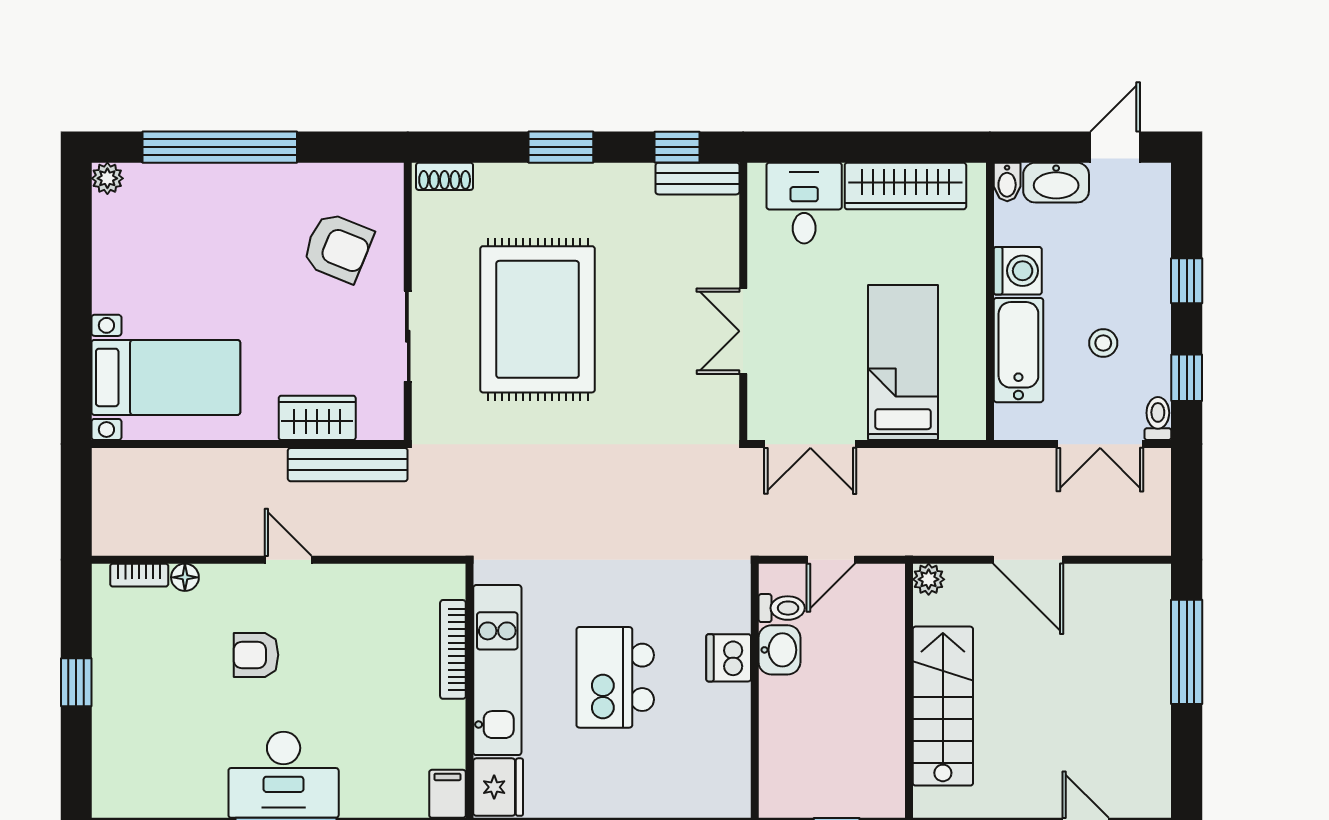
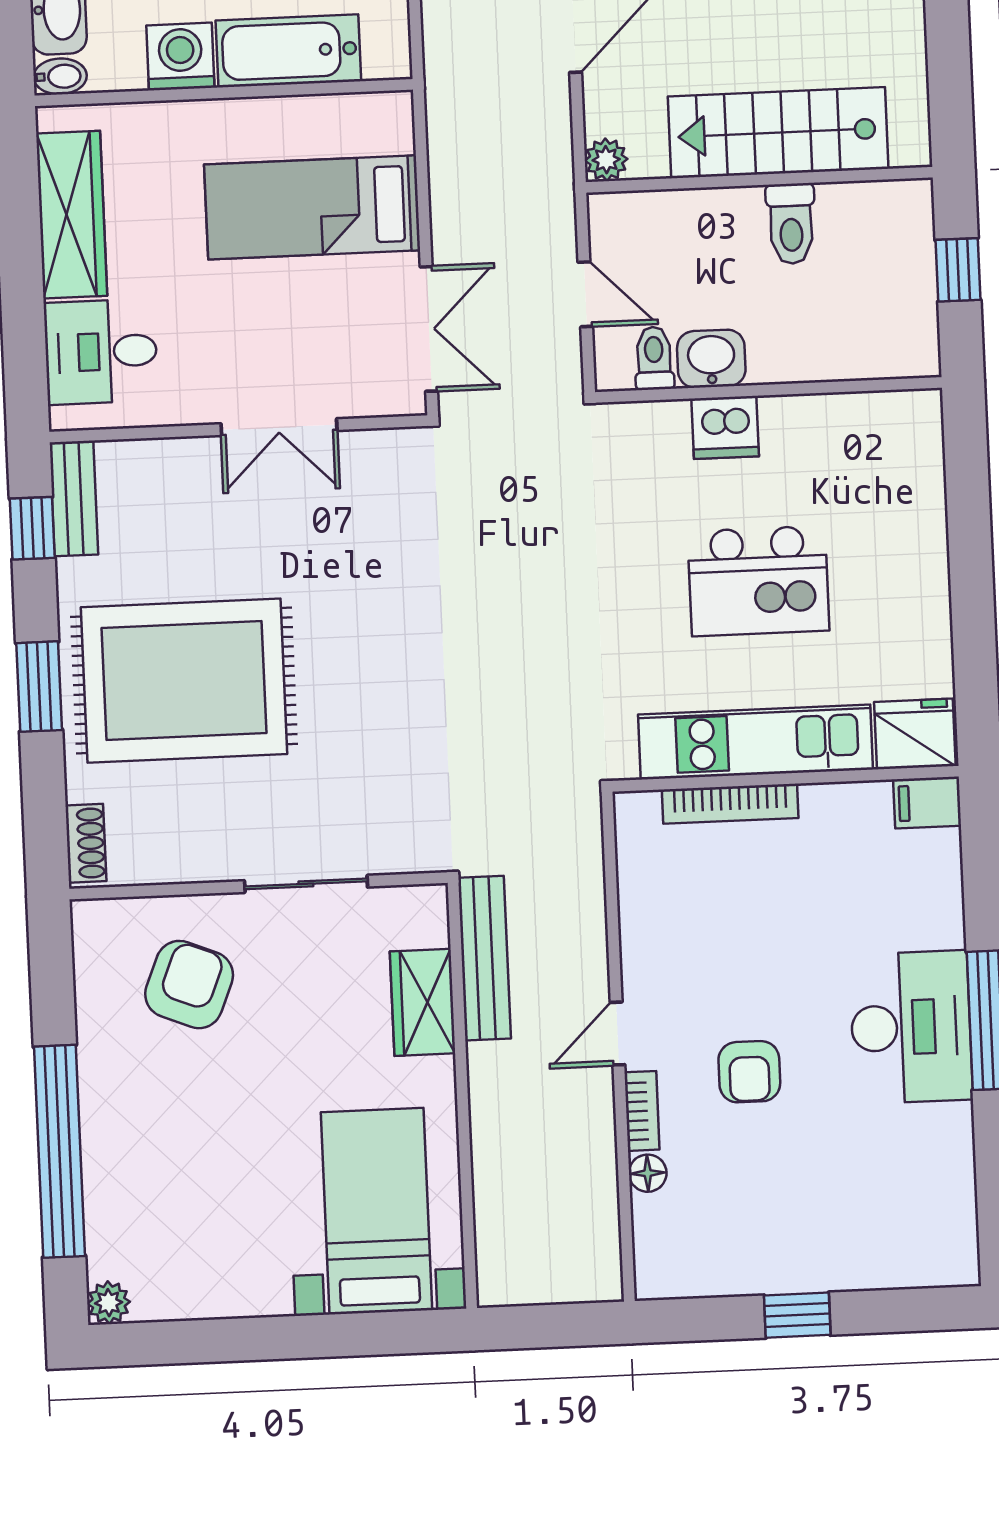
rug: (538, 319) -> (184, 681), moved
bookcase: (139, 575) -> (642, 1111), moved
toilet: (876, 713) -> (791, 224), added

